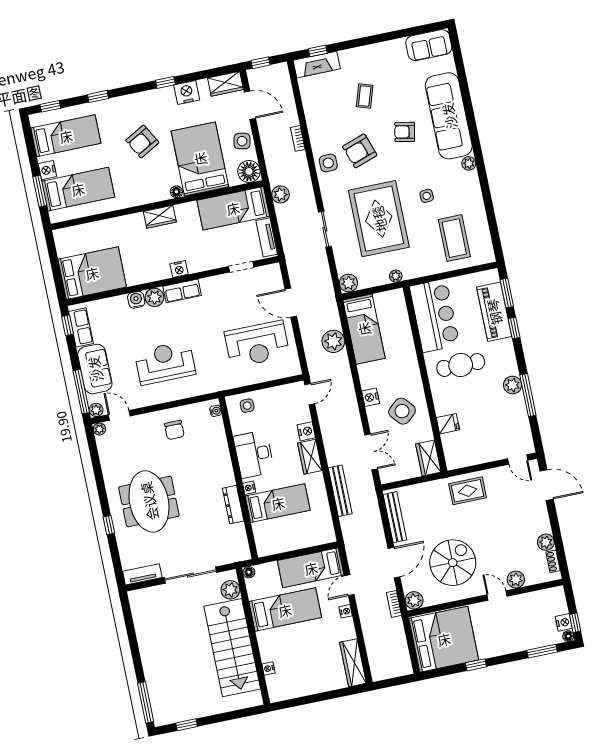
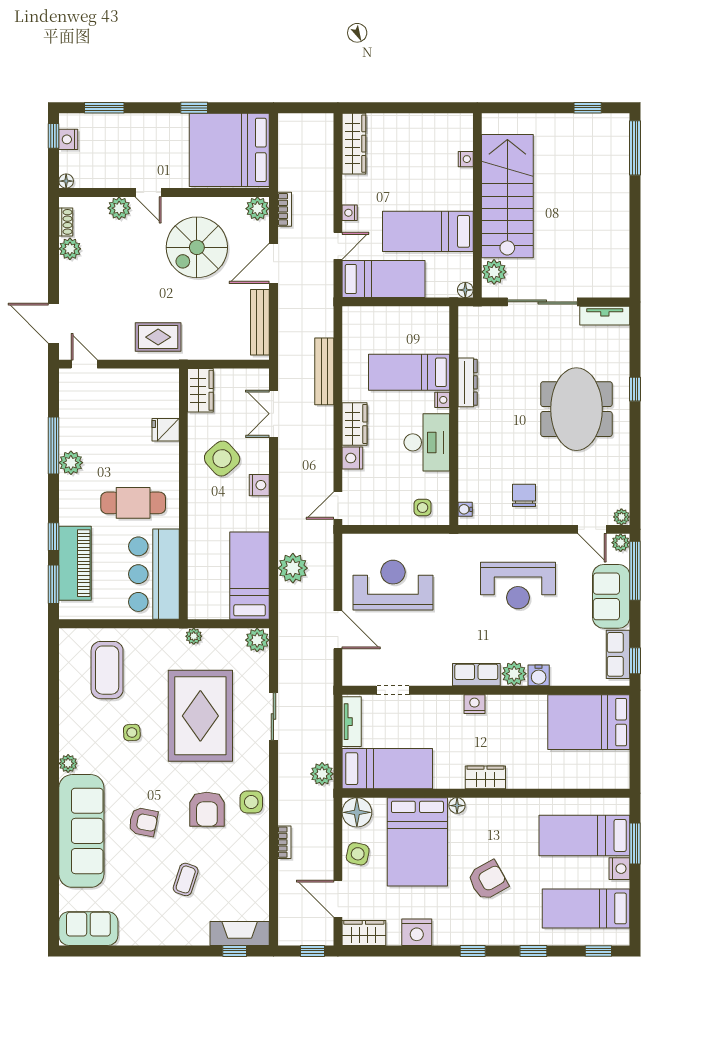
window: (165, 82) -> (473, 951), moved
armchair: (360, 151) -> (207, 809), turned 109
floor lamp: (568, 636) -> (66, 181), moved

